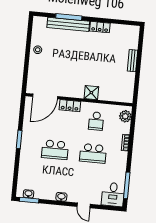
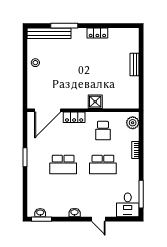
bench: (68, 24) -> (49, 33), moved

